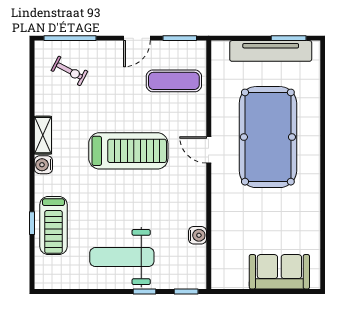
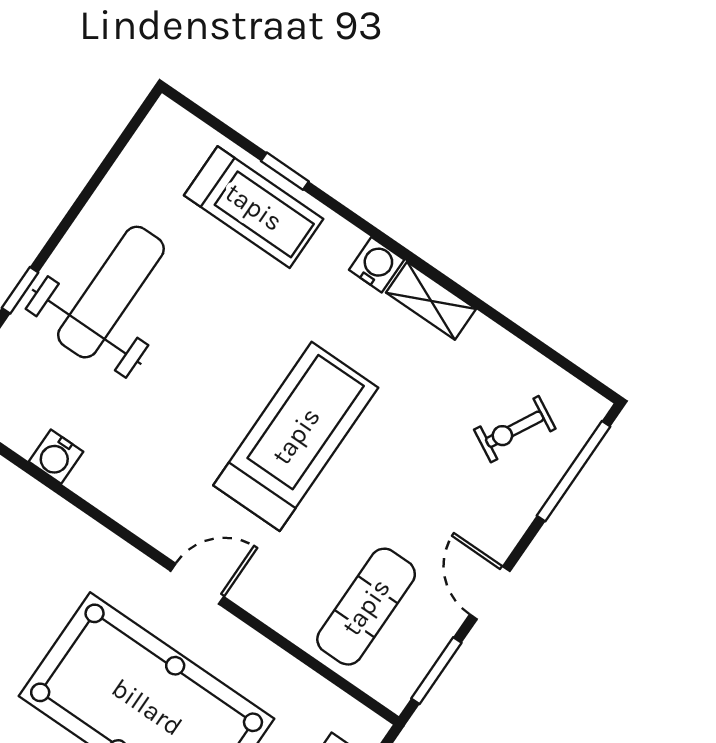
treadmill: (128, 151) -> (296, 436), turned 180
treadmill: (53, 226) -> (254, 207), turned 180

